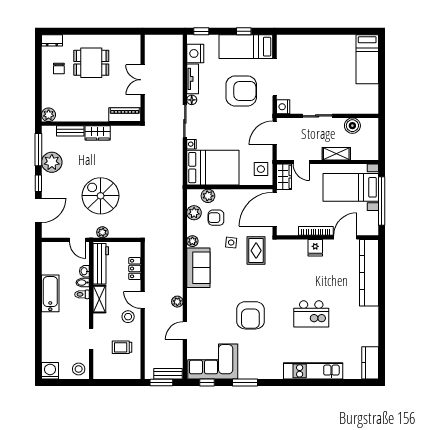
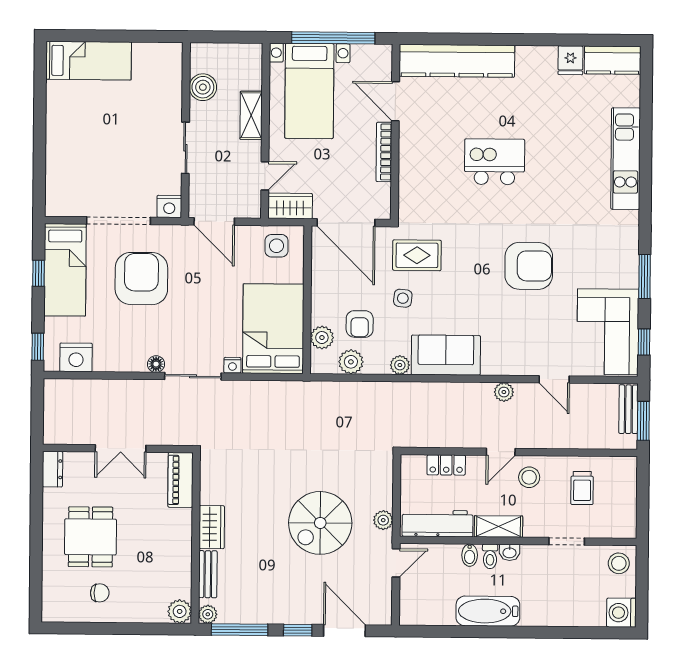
dresser: (52, 40) -> (52, 469), moved
tv unit: (193, 79) -> (120, 362), removed
plant: (52, 162) -> (208, 614), moved, width x0.53, depth x0.53
fridge: (315, 248) -> (570, 60), moved, turned 90
washbasin: (84, 271) -> (510, 552), moved
kitchen island: (311, 314) -> (494, 162), moved, turned -90

